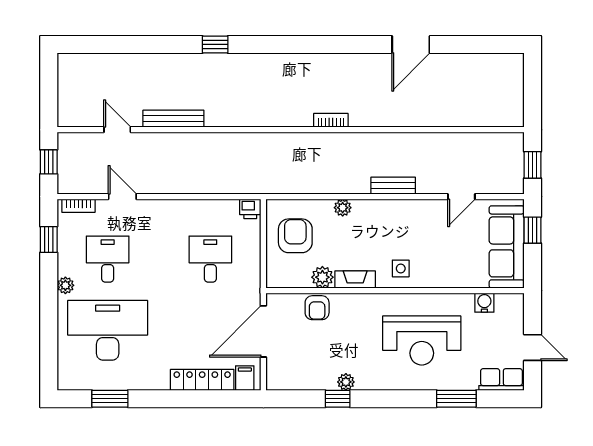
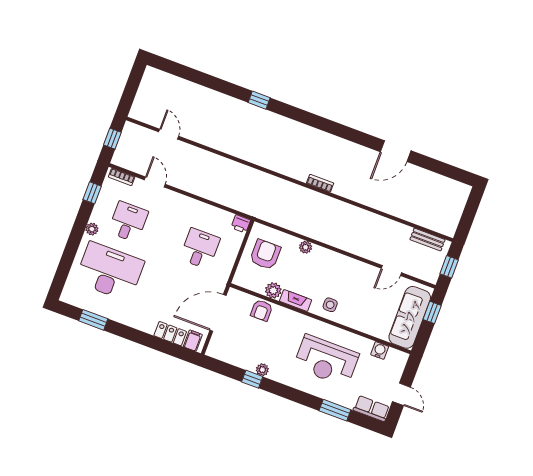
bench: (173, 119) -> (211, 141), removed
bench: (393, 186) -> (427, 240), moved
locker: (202, 380) -> (170, 334), width x0.66

